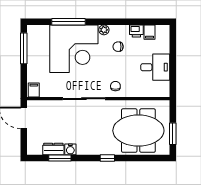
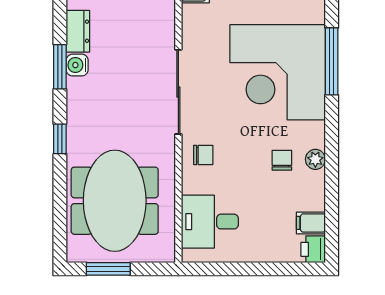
plant: (104, 30) -> (315, 159), moved
printer: (136, 31) -> (313, 249), moved
desk: (155, 67) -> (210, 222), moved, turned 90
window: (60, 158) -> (60, 67), moved

